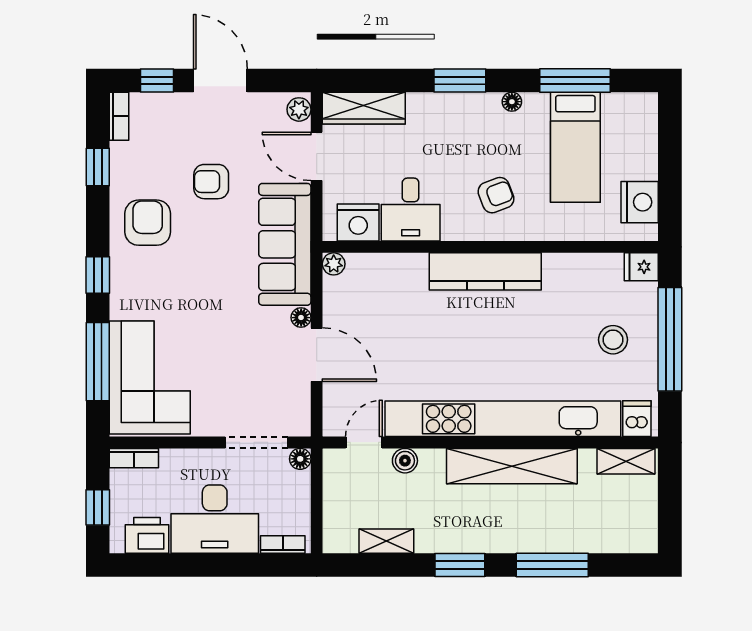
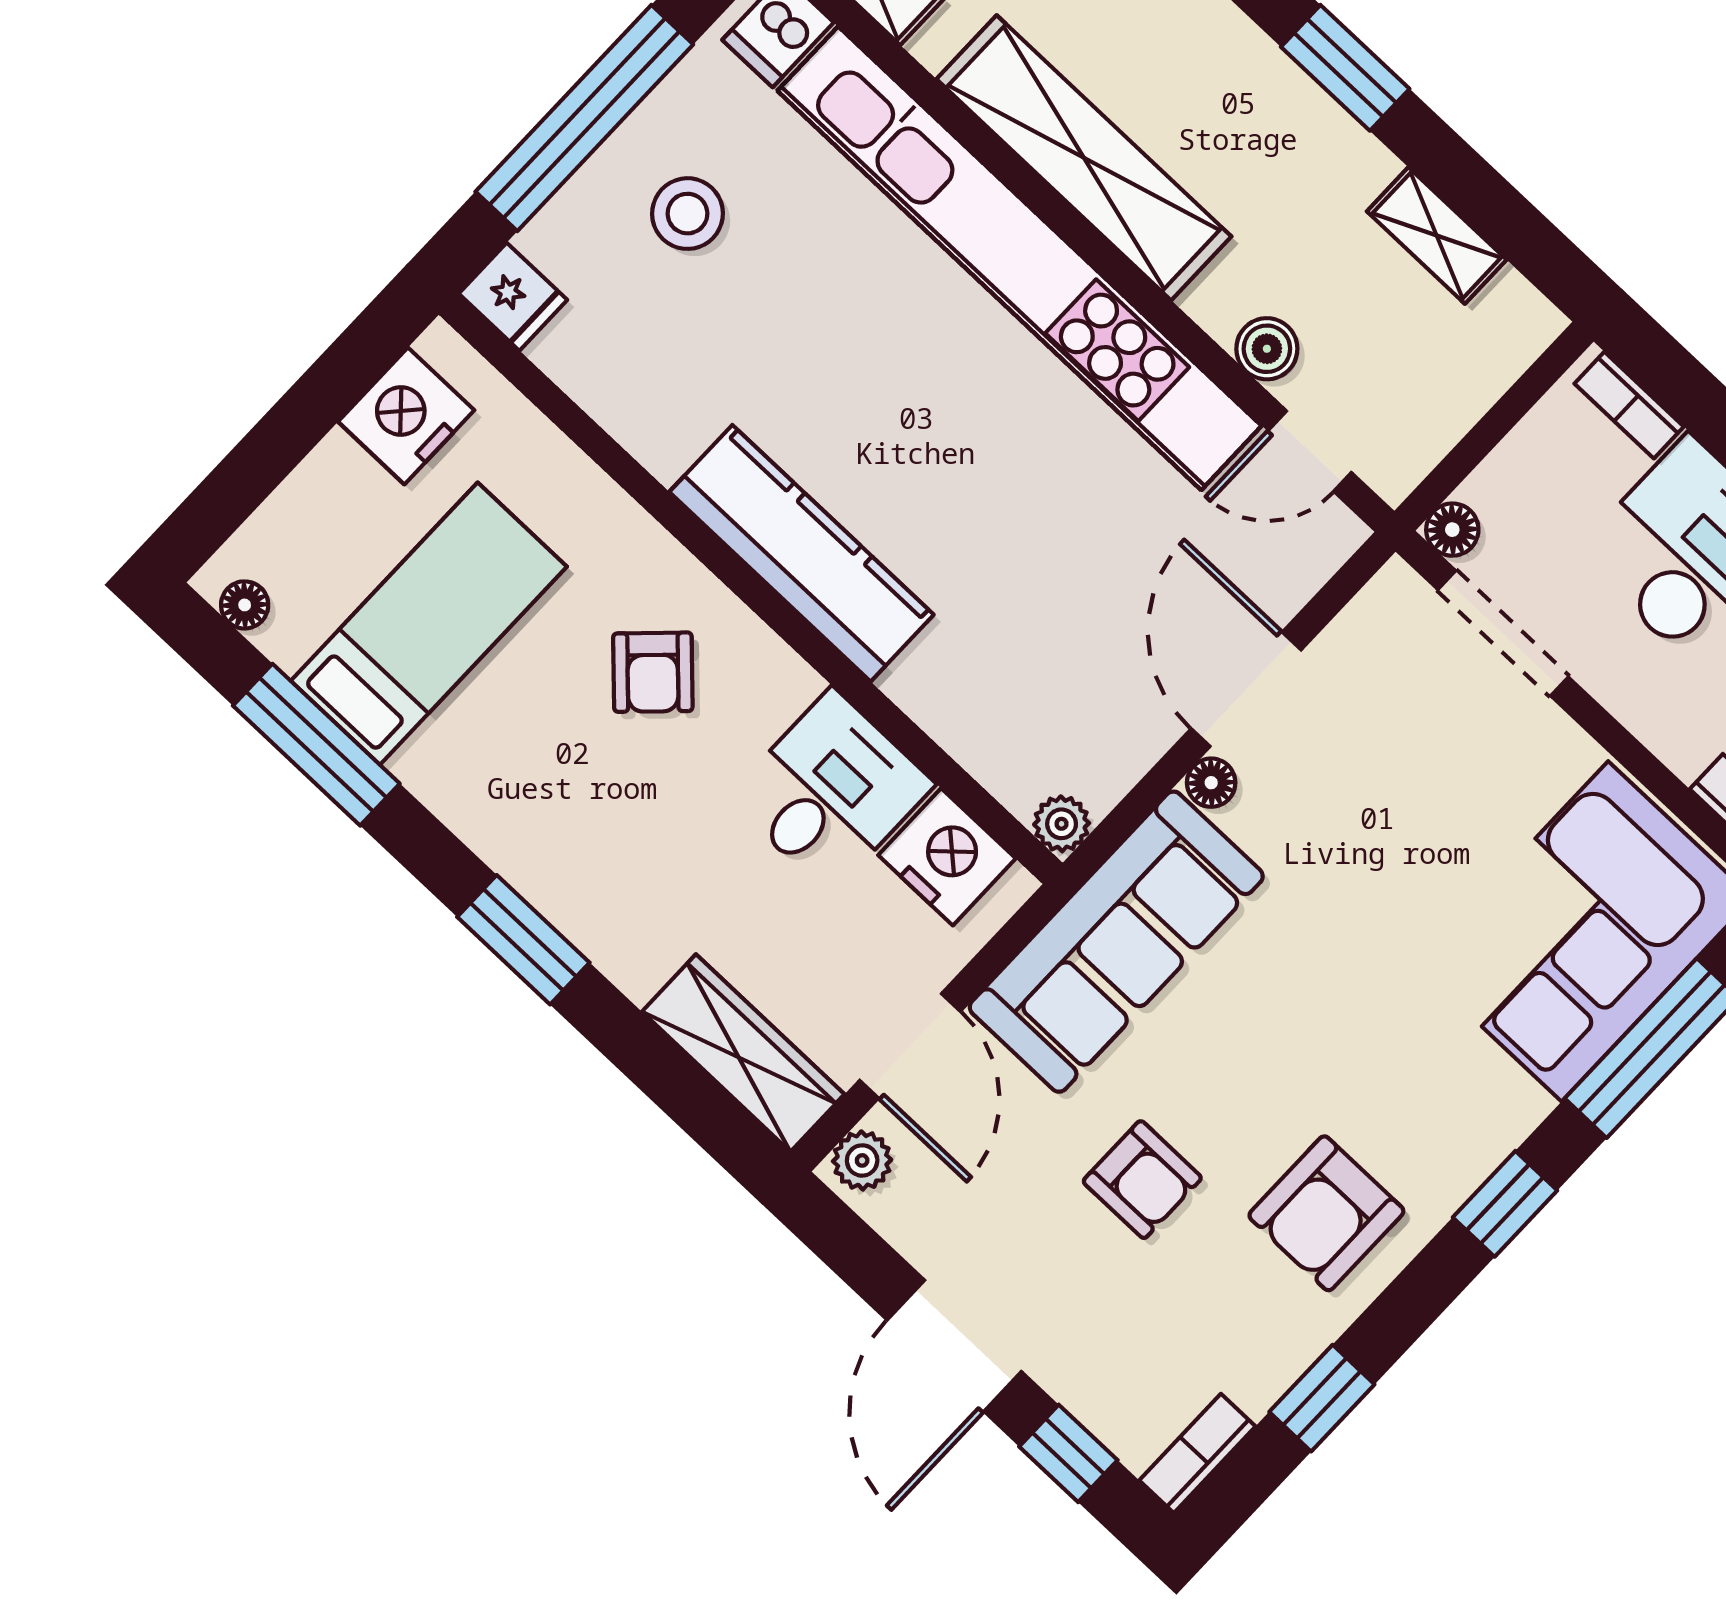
floor lamp: (512, 102) -> (245, 605), moved
armchair: (496, 195) -> (653, 672), turned -113

